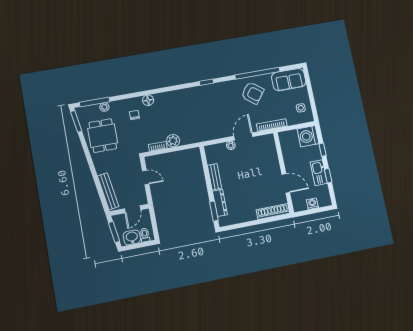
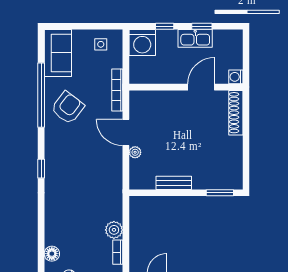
dresser: (220, 203) -> (210, 183), removed
washing machine: (312, 204) -> (236, 77), moved

